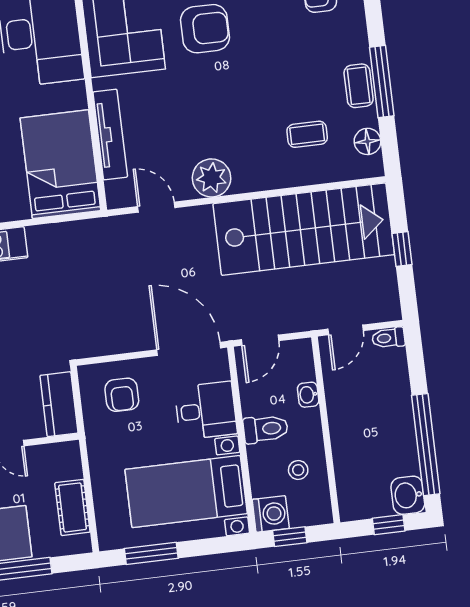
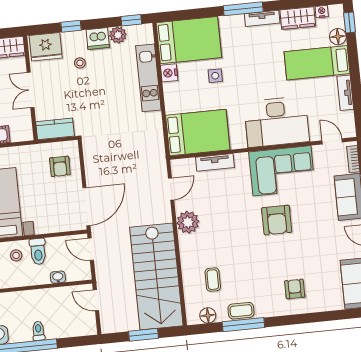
tv unit: (110, 134) -> (215, 162), width x0.71
window: (402, 249) -> (143, 335), width x1.50
toilet: (388, 338) -> (38, 331), moved
armchair: (122, 395) -> (60, 166), turned -90
desk: (206, 411) -> (50, 216), removed
stool: (298, 470) -> (16, 255), moved

